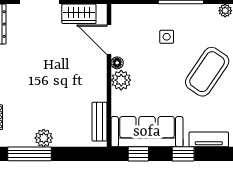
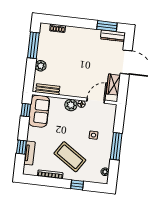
sofa: (147, 132) -> (39, 111), width x0.73
plant: (44, 138) -> (41, 66), moved
window: (183, 154) -> (21, 147), moved

